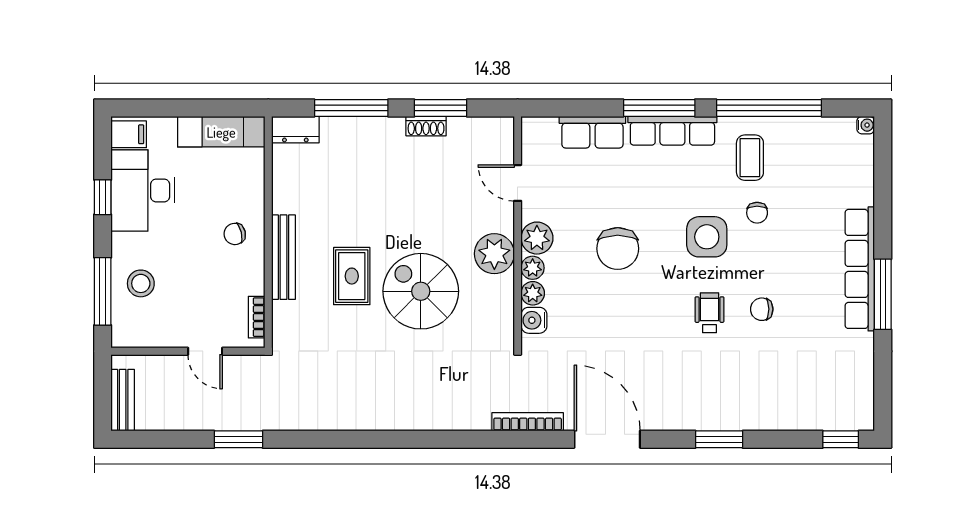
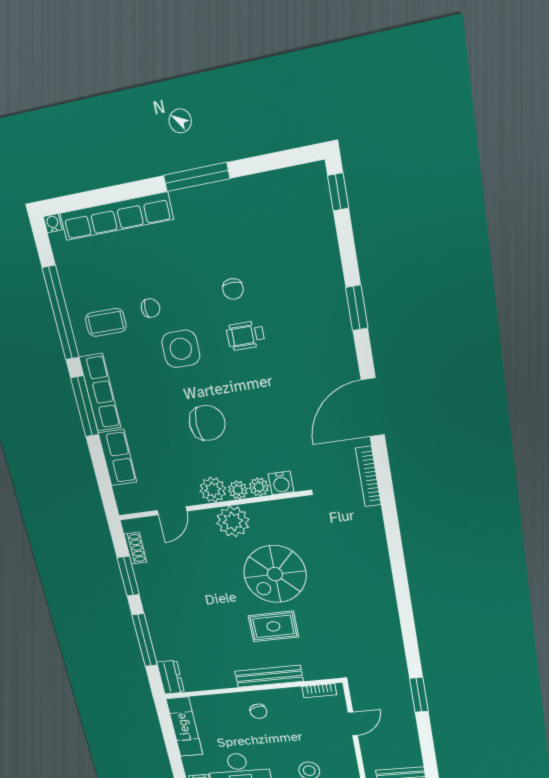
shoe rack: (426, 126) -> (135, 548), moved
row of seats: (860, 269) -> (116, 216), moved

